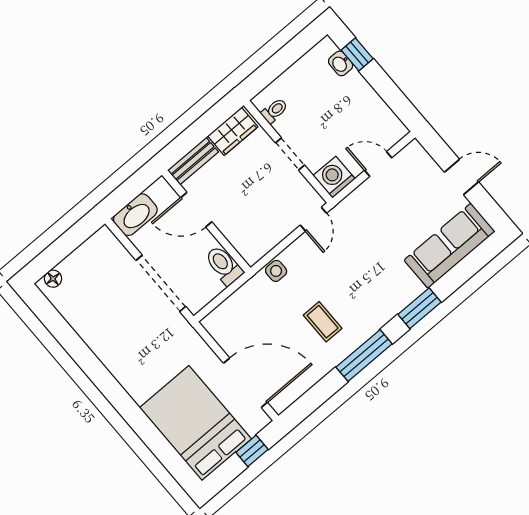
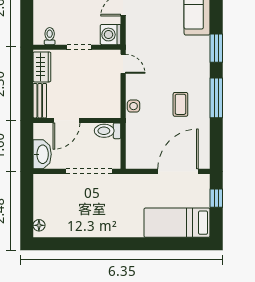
coffee table: (323, 322) -> (180, 104), turned 90
bed: (195, 423) -> (177, 223), width x0.67

